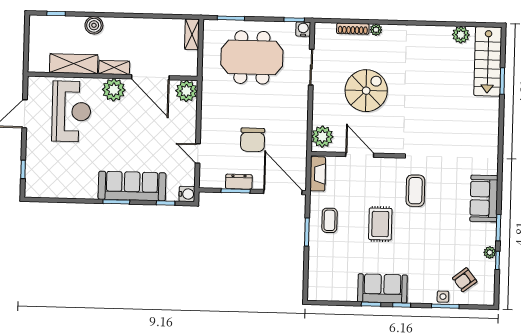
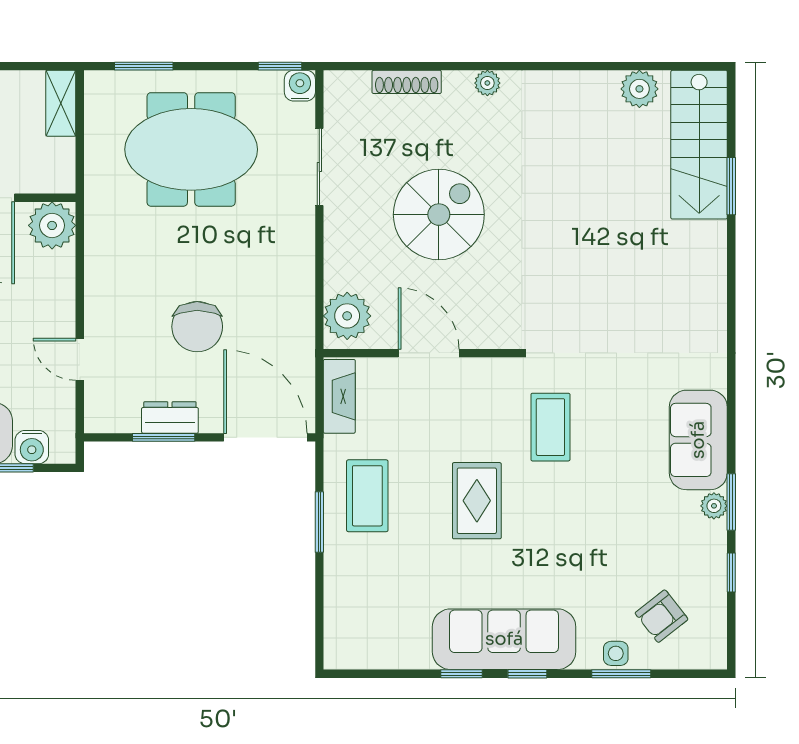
plant: (376, 30) -> (487, 83), moved
water cooler: (187, 194) -> (32, 447), moved, turned 90
coffee table: (330, 220) -> (367, 496), width x1.36, depth x1.30
plant: (490, 252) -> (714, 506), moved
sofa: (382, 288) -> (504, 639), width x1.36

